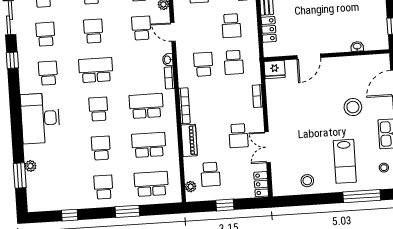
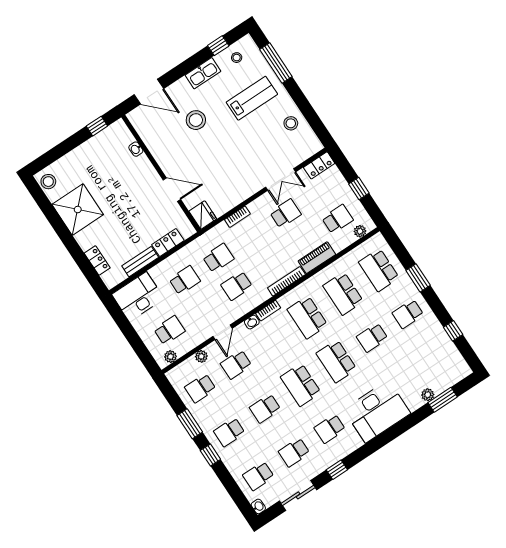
school desk: (98, 109) -> (336, 361), width x1.85

